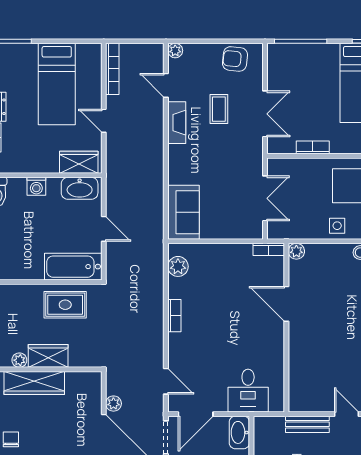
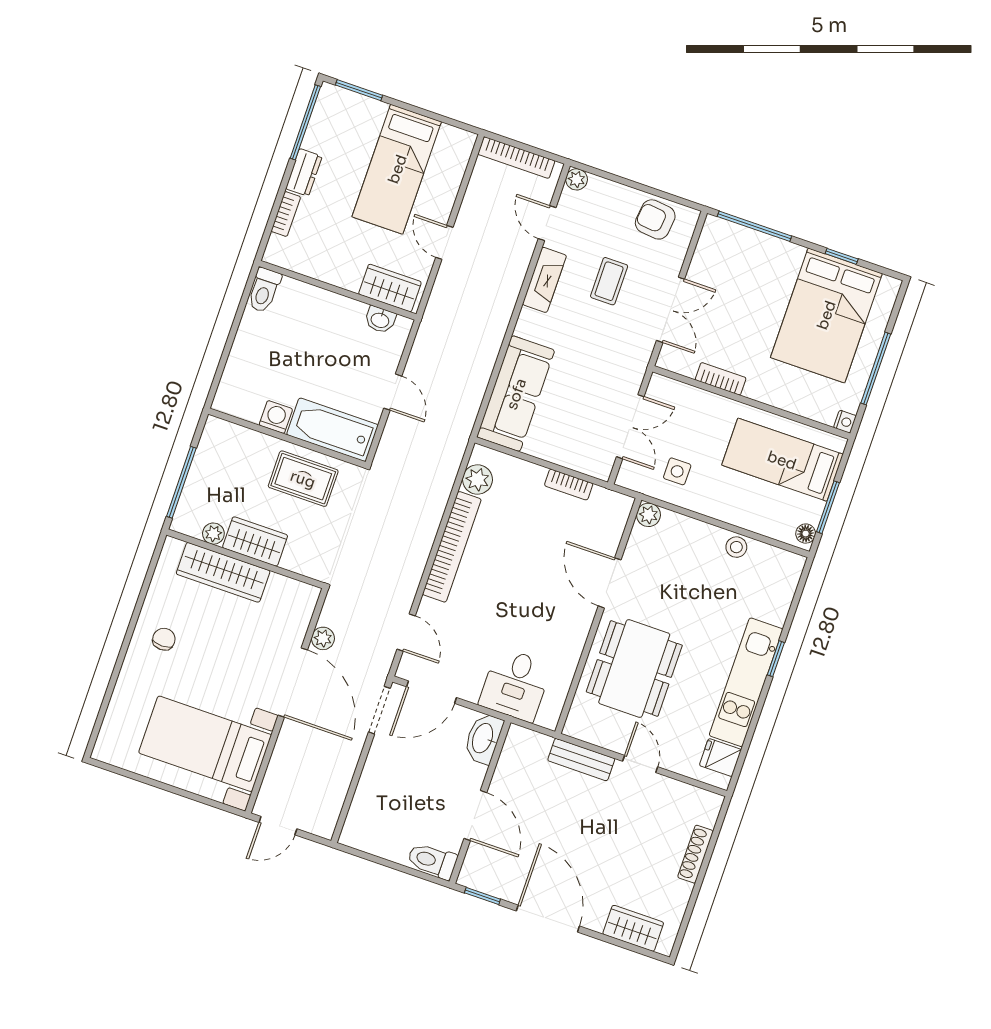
bookcase: (112, 69) -> (516, 158), moved, turned 90
washing machine: (36, 186) -> (276, 417), moved, turned 180
washbasin: (80, 188) -> (380, 320), width x0.52, depth x0.69
sofa: (184, 212) -> (516, 394), width x1.36
side table: (337, 226) -> (677, 471), moved
bookcase: (269, 249) -> (569, 485), moved
bookcase: (174, 316) -> (452, 547), width x2.31, depth x1.31
dining table: (321, 354) -> (634, 668), added

